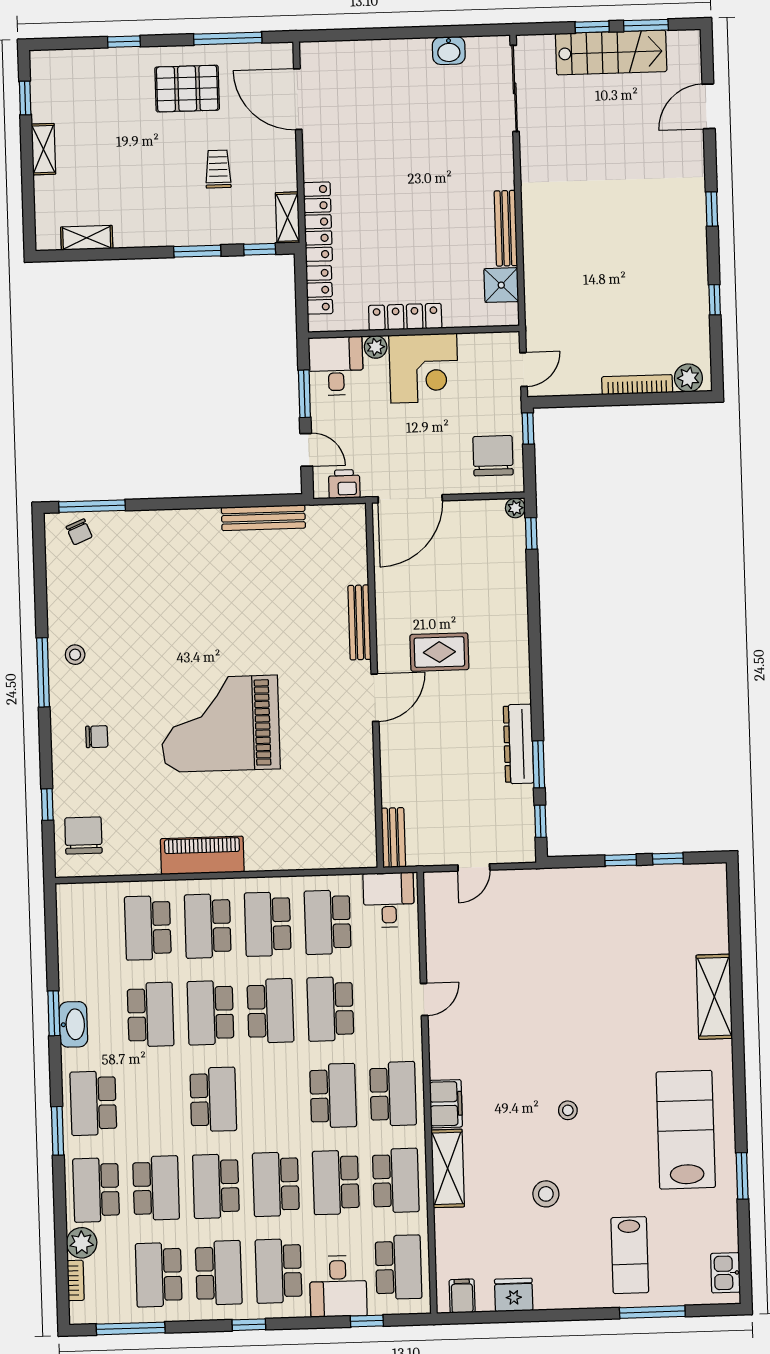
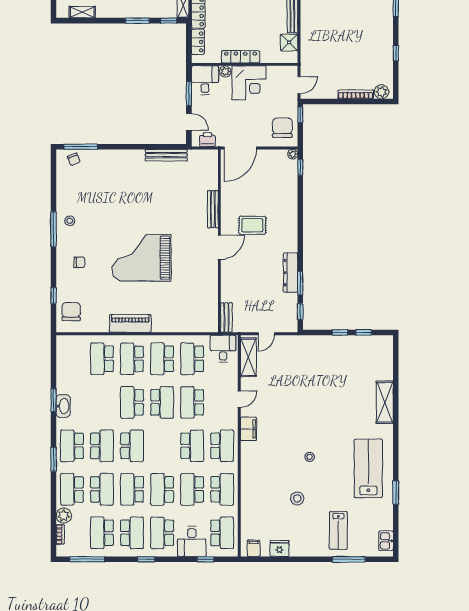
school desk: (151, 1015) -> (102, 446), moved
filing cabinet: (446, 1104) -> (249, 429), moved
shelving: (448, 1168) -> (248, 357), moved

